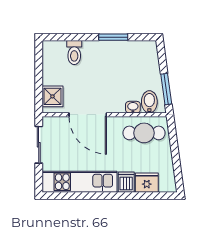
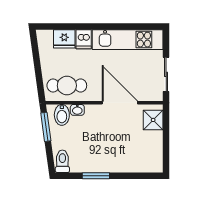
toilet: (74, 53) -> (62, 161), moved

